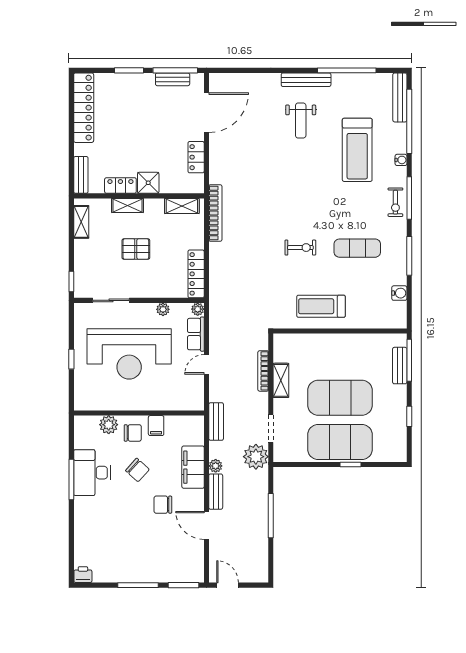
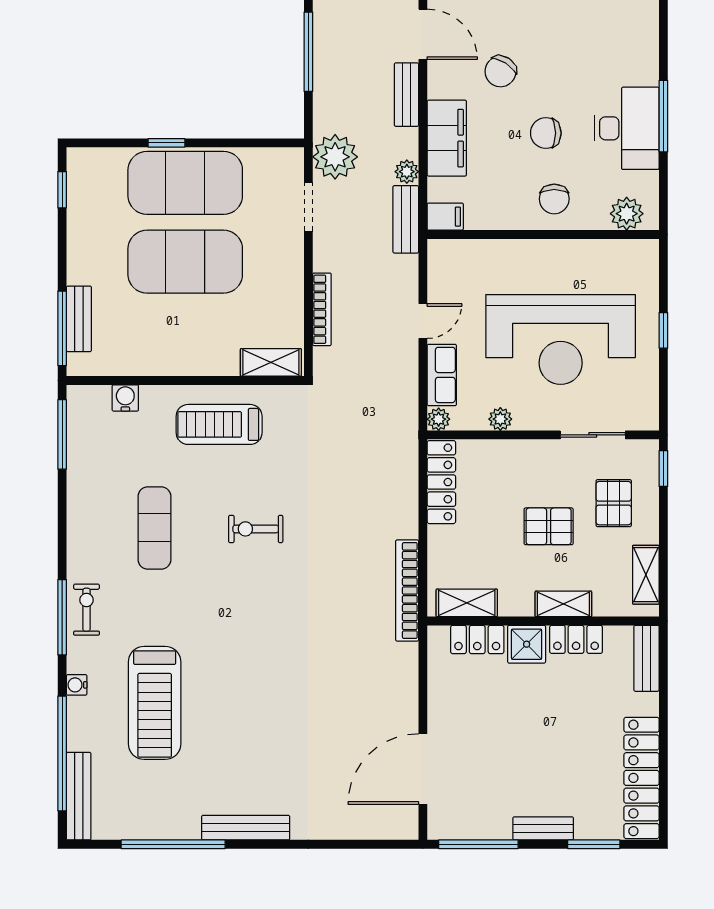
window: (129, 70) -> (594, 844), moved
bench: (173, 79) -> (543, 828), moved
weight bench: (301, 121) -> (255, 755), removed
treadmill: (357, 150) -> (155, 703), turned 180
locker: (196, 157) -> (477, 639), moved, turned 90
exercise mat: (357, 248) -> (154, 528), turned 90
window: (409, 256) -> (62, 434), moved
pallet: (99, 262) -> (614, 503), added
water cooler: (399, 293) -> (125, 398), moved, turned 90
treadmill: (321, 306) -> (219, 424), turned 180
reception desk: (129, 354) -> (561, 340), turned 180
shelving: (281, 380) -> (271, 362), moved, turned 90
window: (409, 416) -> (62, 190), moved
plant: (109, 425) -> (627, 214), moved
filing cabinet: (156, 426) -> (445, 217), moved, turned 90
chair: (133, 433) -> (554, 199), turned -90
plant: (216, 466) -> (407, 172), moved
chair: (137, 470) -> (546, 133), turned -42
chair: (163, 505) -> (500, 71), turned 123

